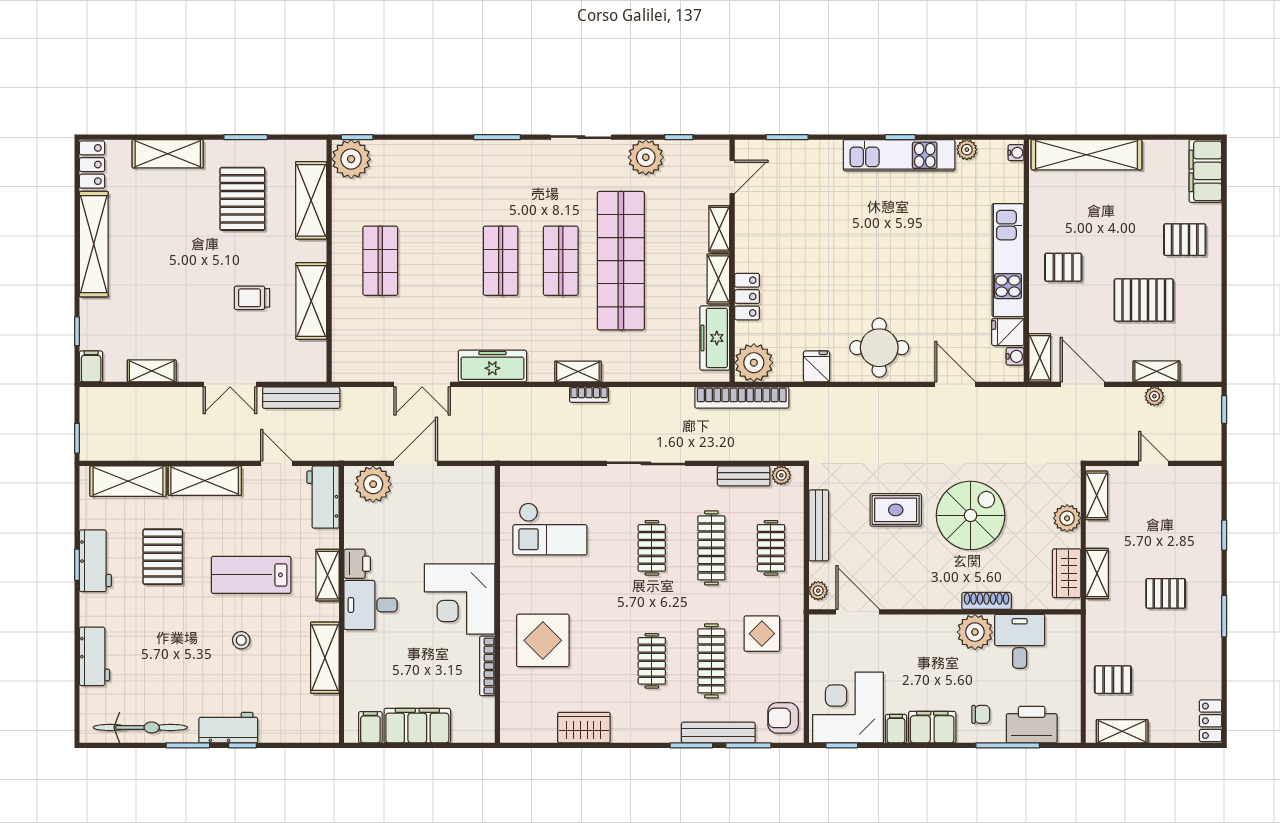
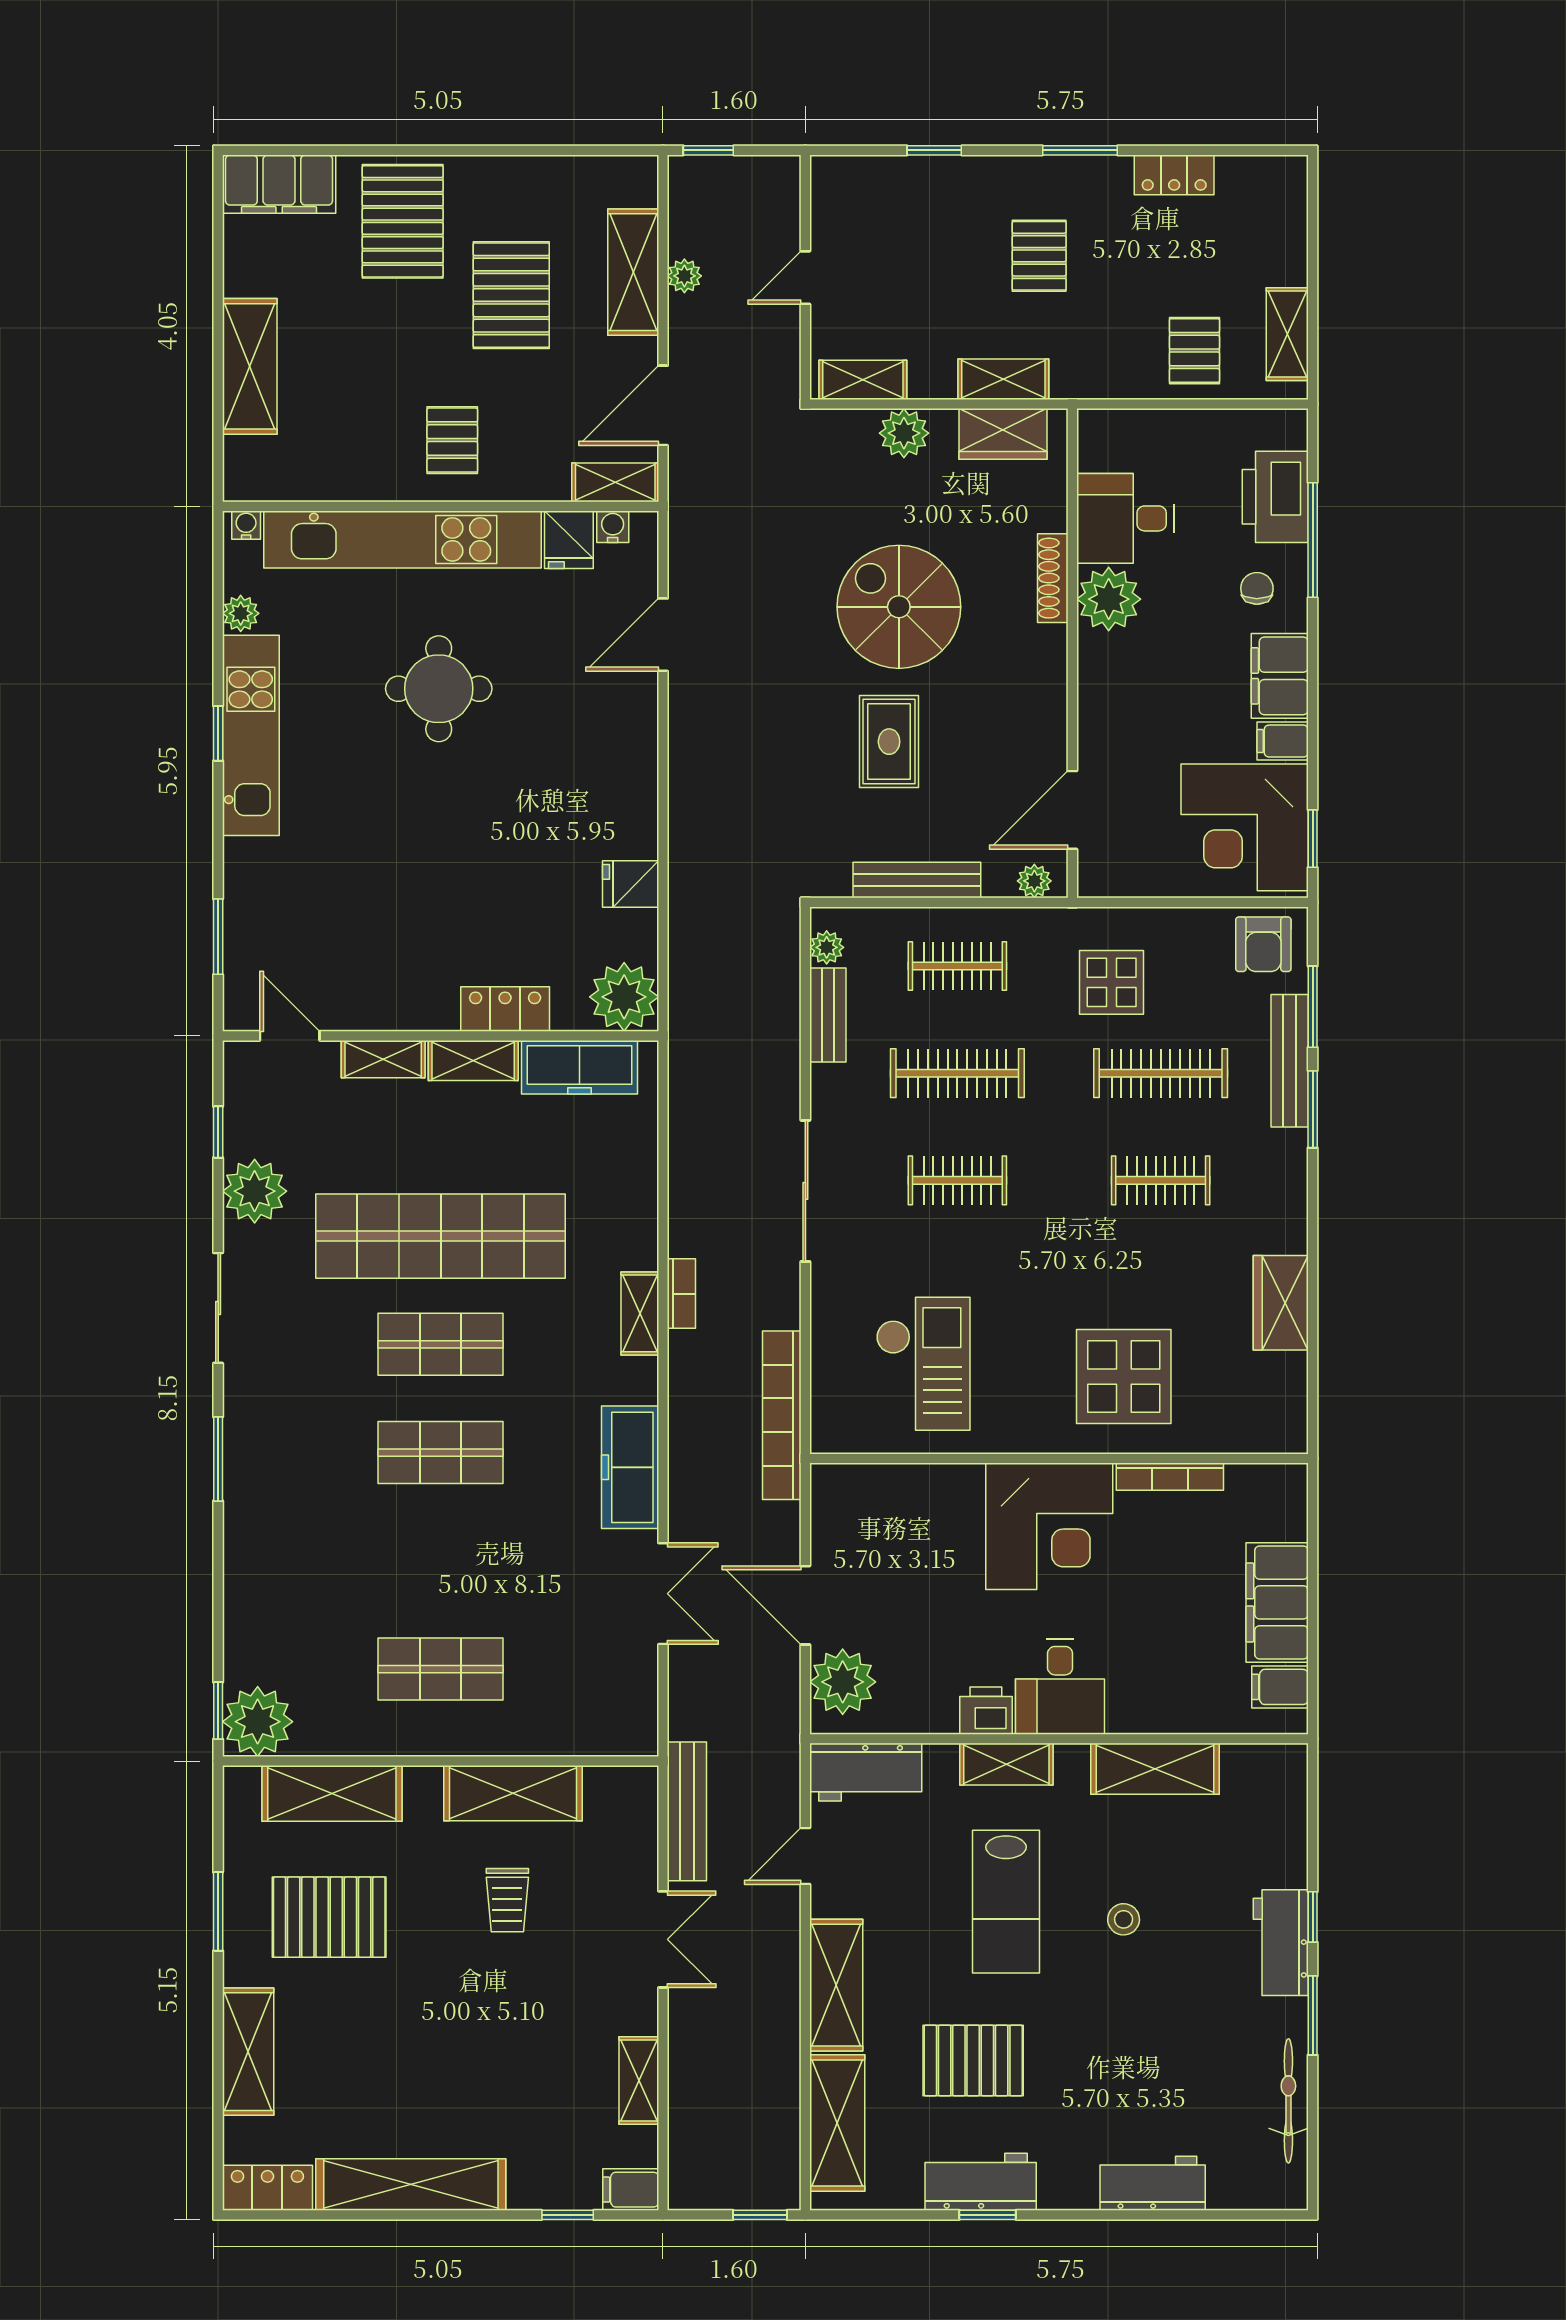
shelving: (1087, 155) -> (250, 366), width x0.68
pallet: (1185, 240) -> (403, 221), width x1.50, depth x1.42
kitchen unit: (1008, 260) -> (402, 539), width x1.36
round table: (879, 348) -> (439, 689), moved
shelving: (1157, 371) -> (633, 272), width x1.50, depth x1.33
bookcase: (742, 397) -> (782, 1415), moved, turned 180
locker: (1211, 721) -> (1174, 175), moved
bicycle: (140, 727) -> (1288, 2101), width x0.73, depth x0.71

